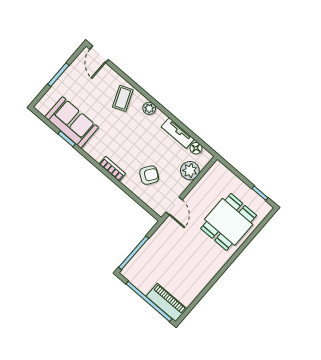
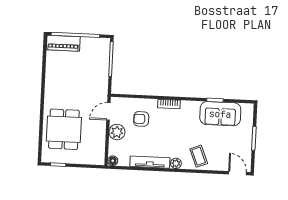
tv unit: (178, 133) -> (150, 162), width x1.41
floor lamp: (196, 148) -> (113, 161), moved
plant: (190, 171) -> (117, 132), moved
armchair: (149, 175) -> (141, 119), turned 54
door: (174, 206) -> (108, 111), hinge flipped

